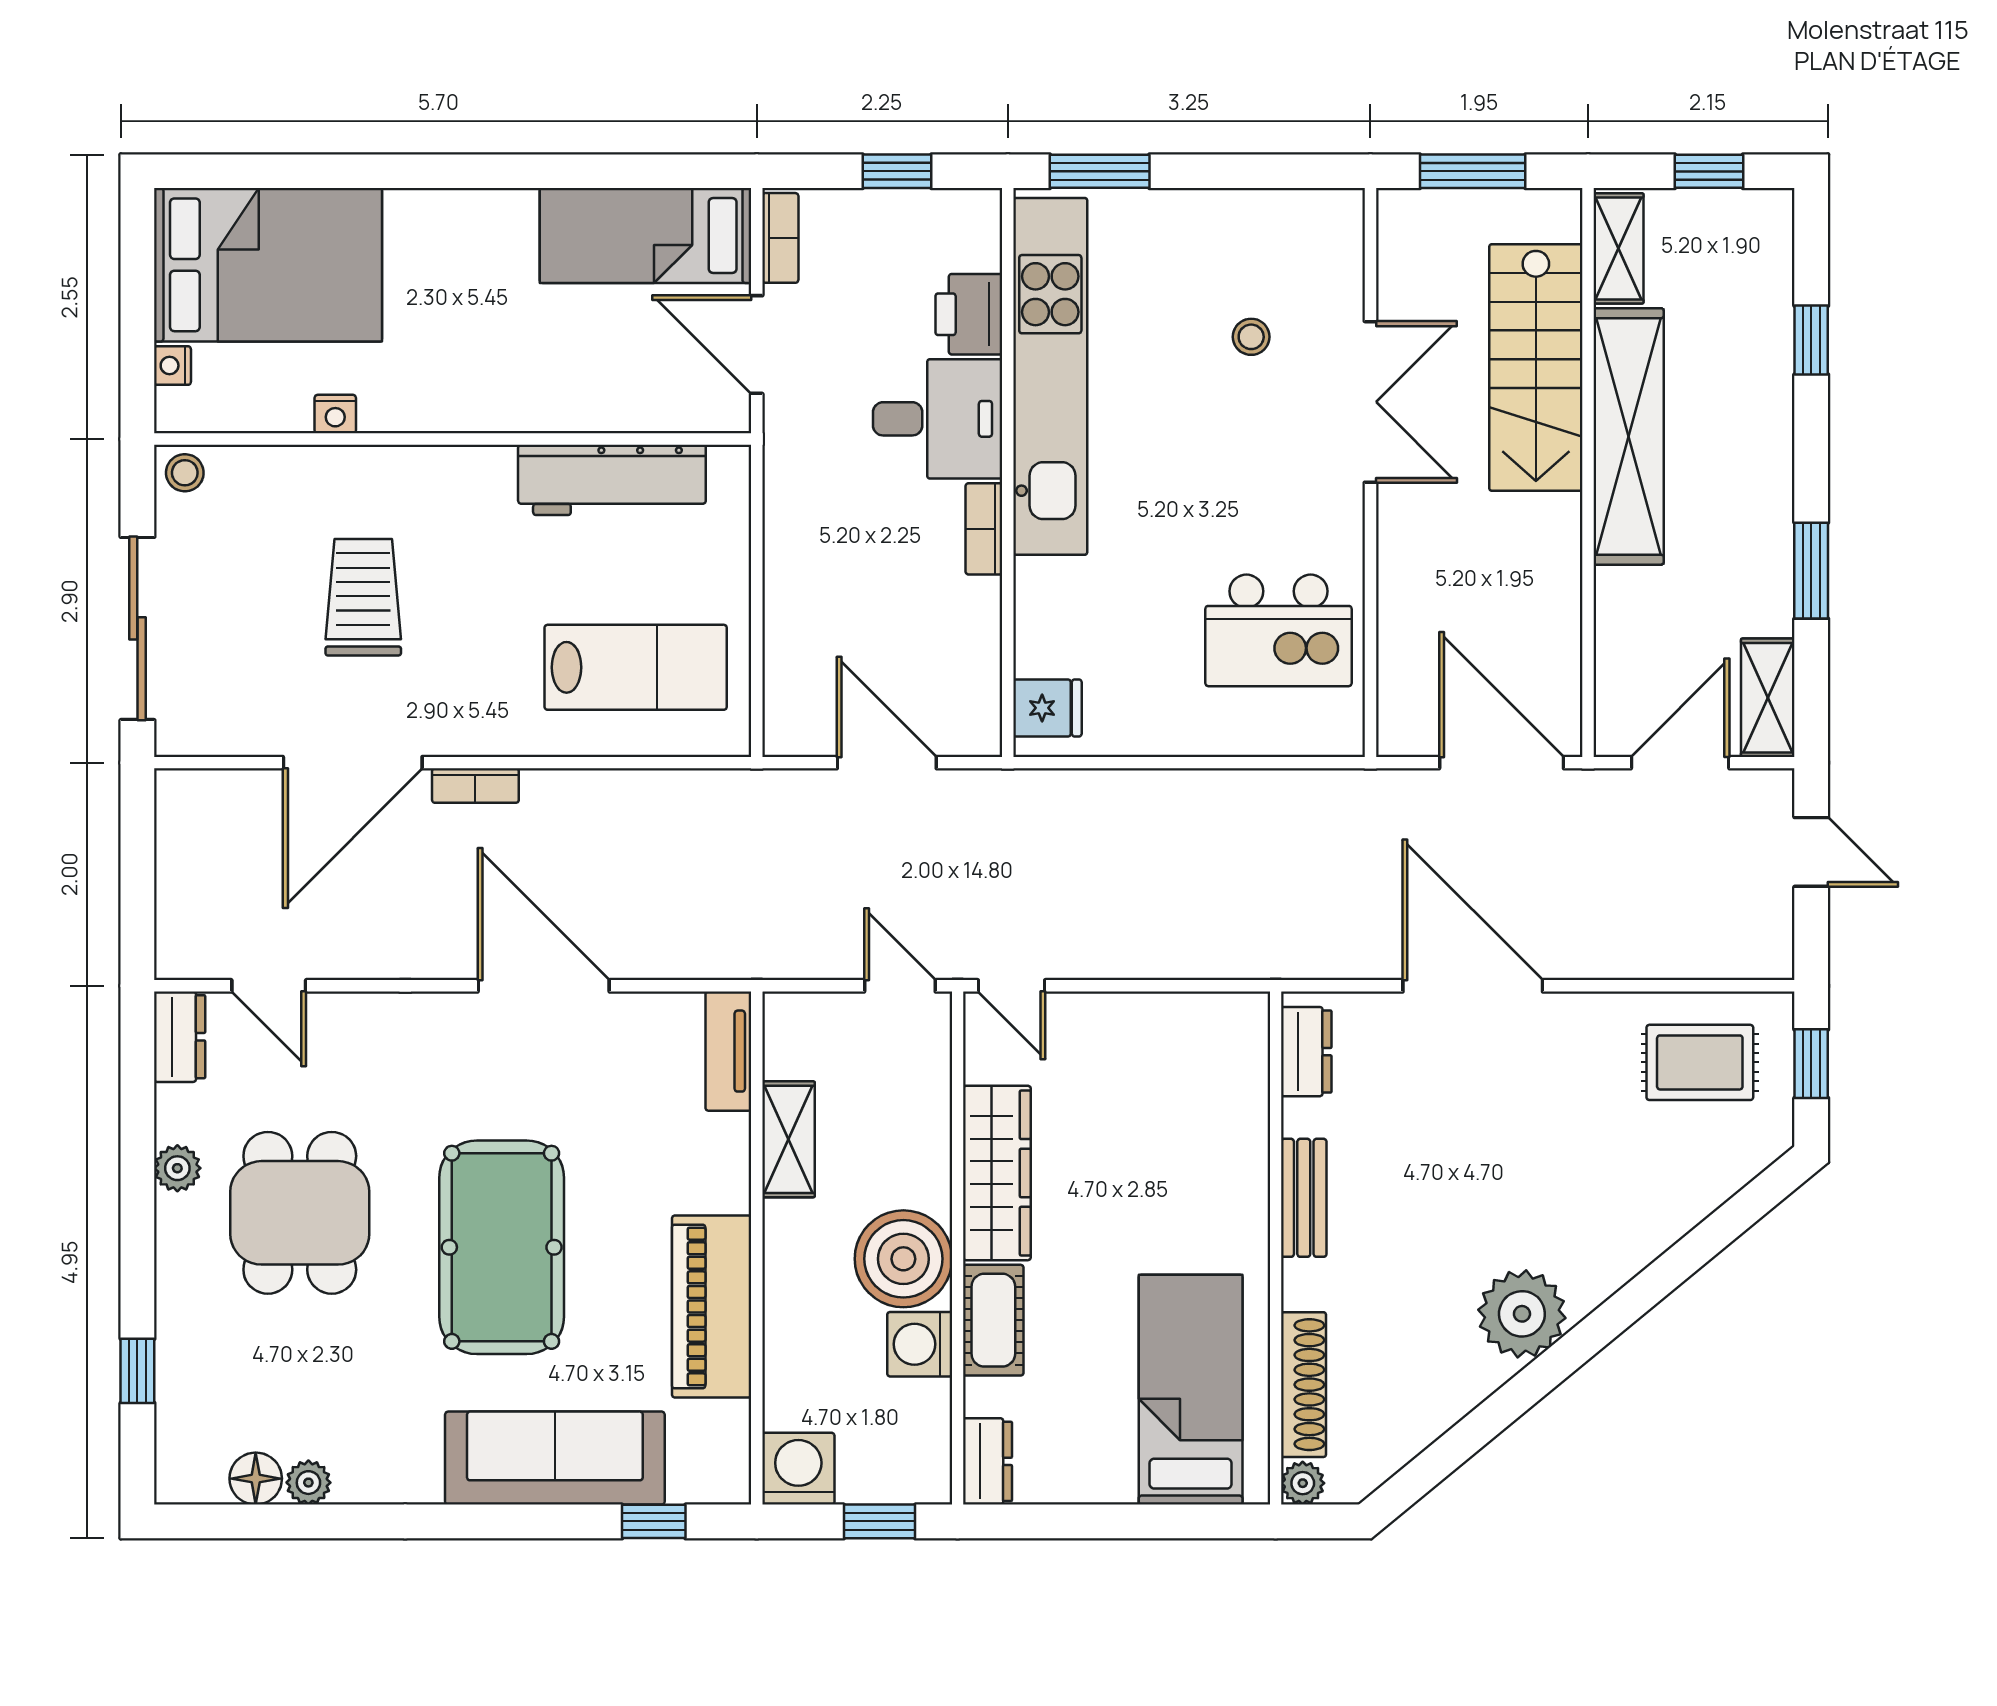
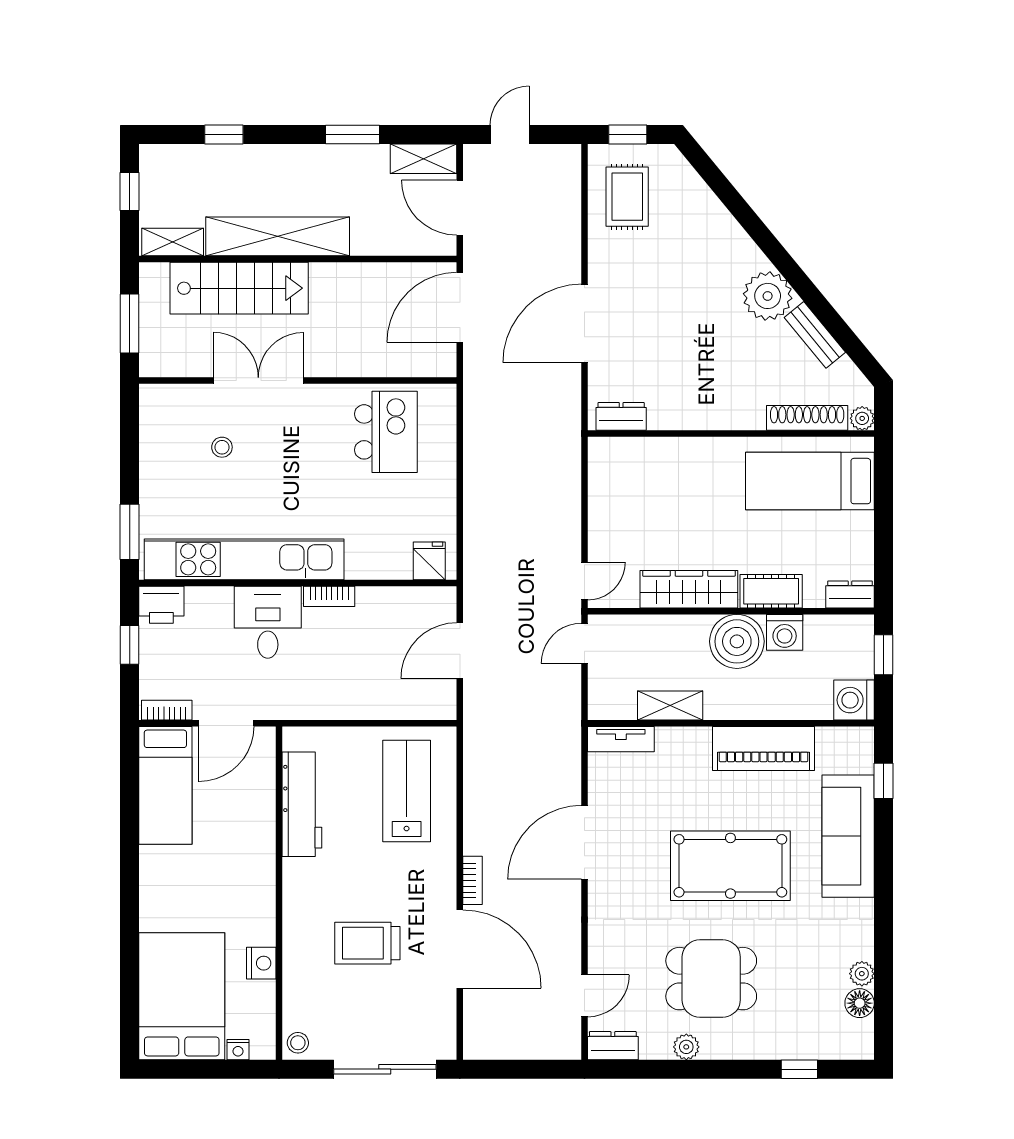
printer: (969, 314) -> (161, 605), moved
nightstand: (335, 414) -> (261, 963), width x1.39, depth x1.35
bench: (1304, 1198) -> (815, 335), moved, turned 51

